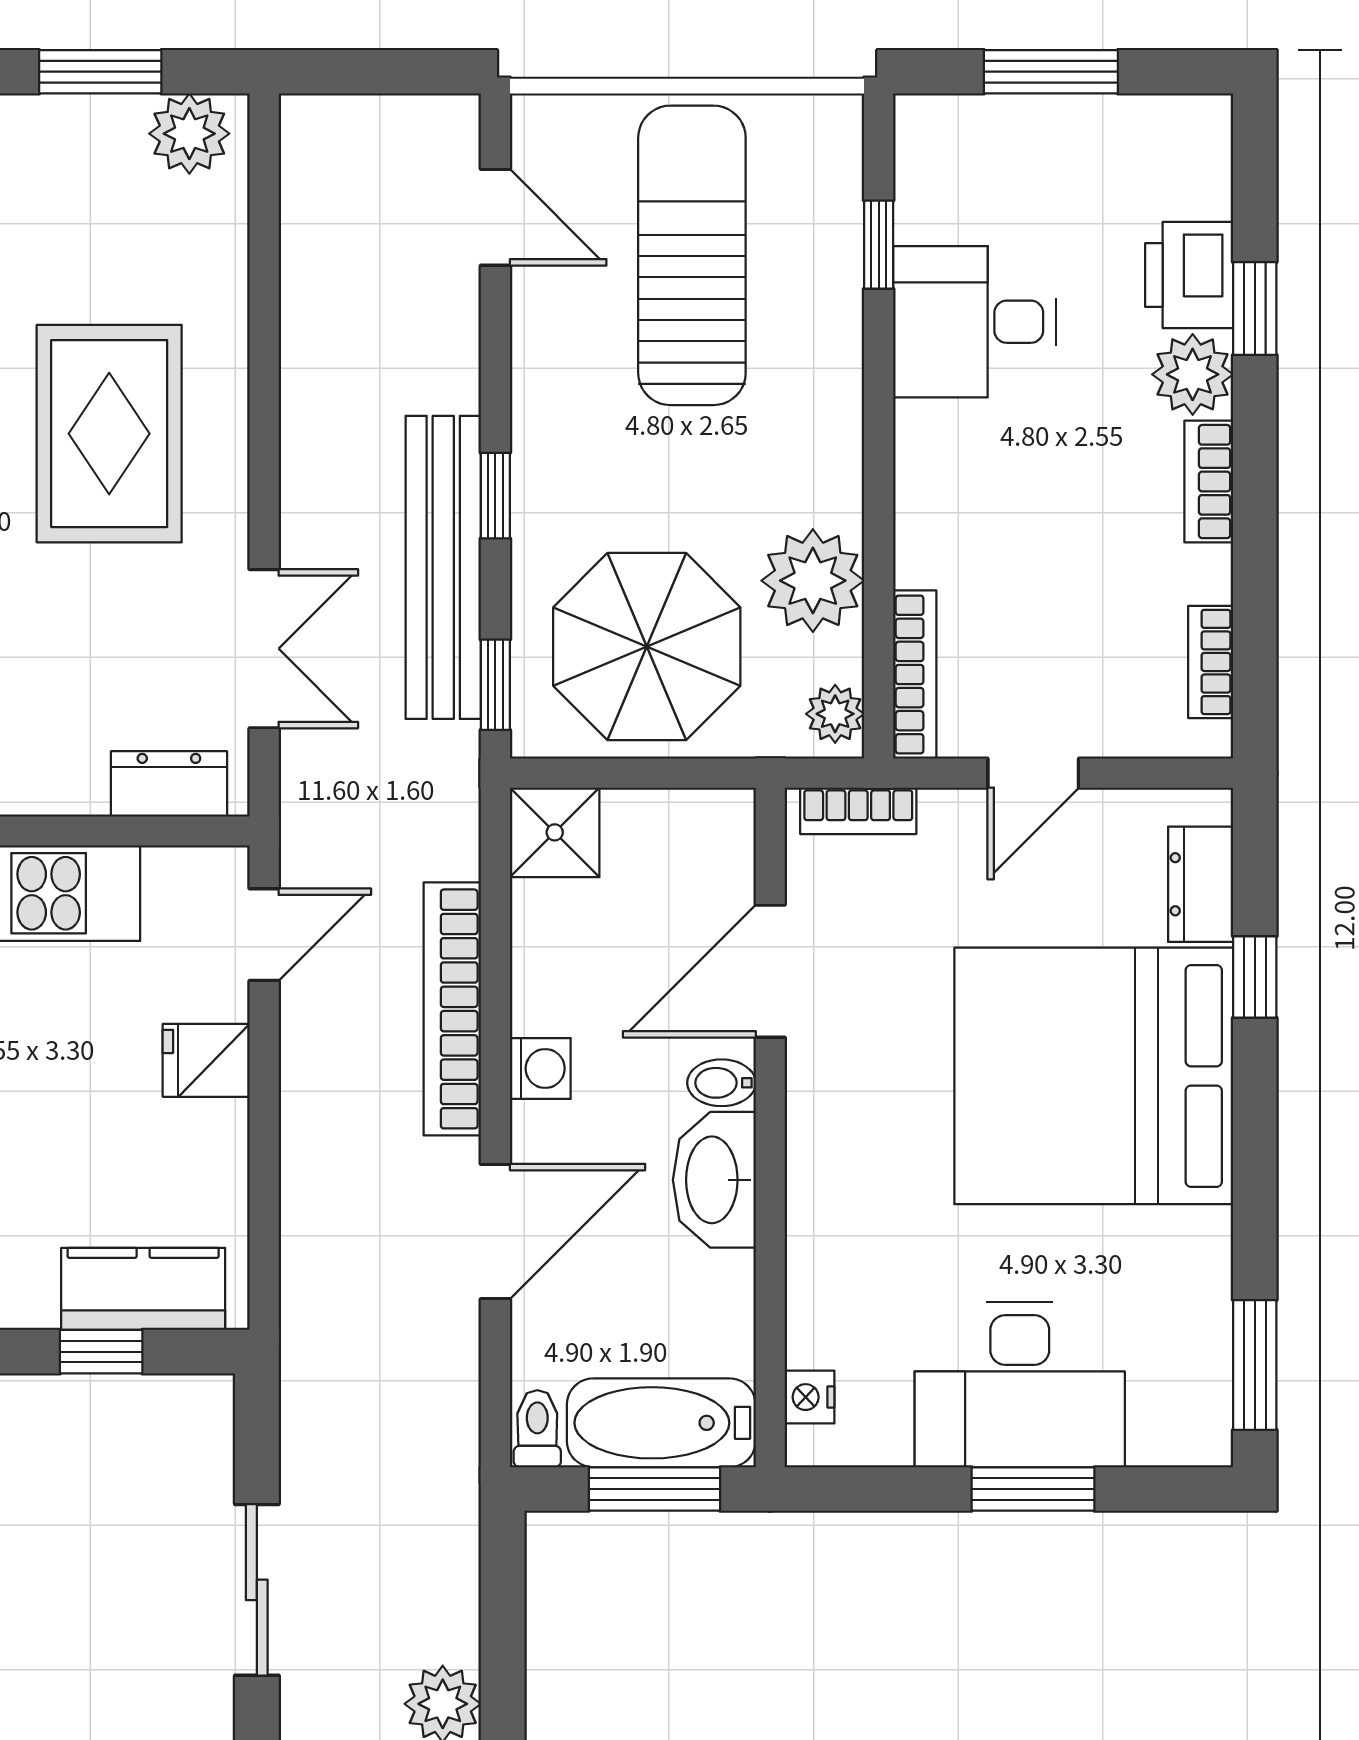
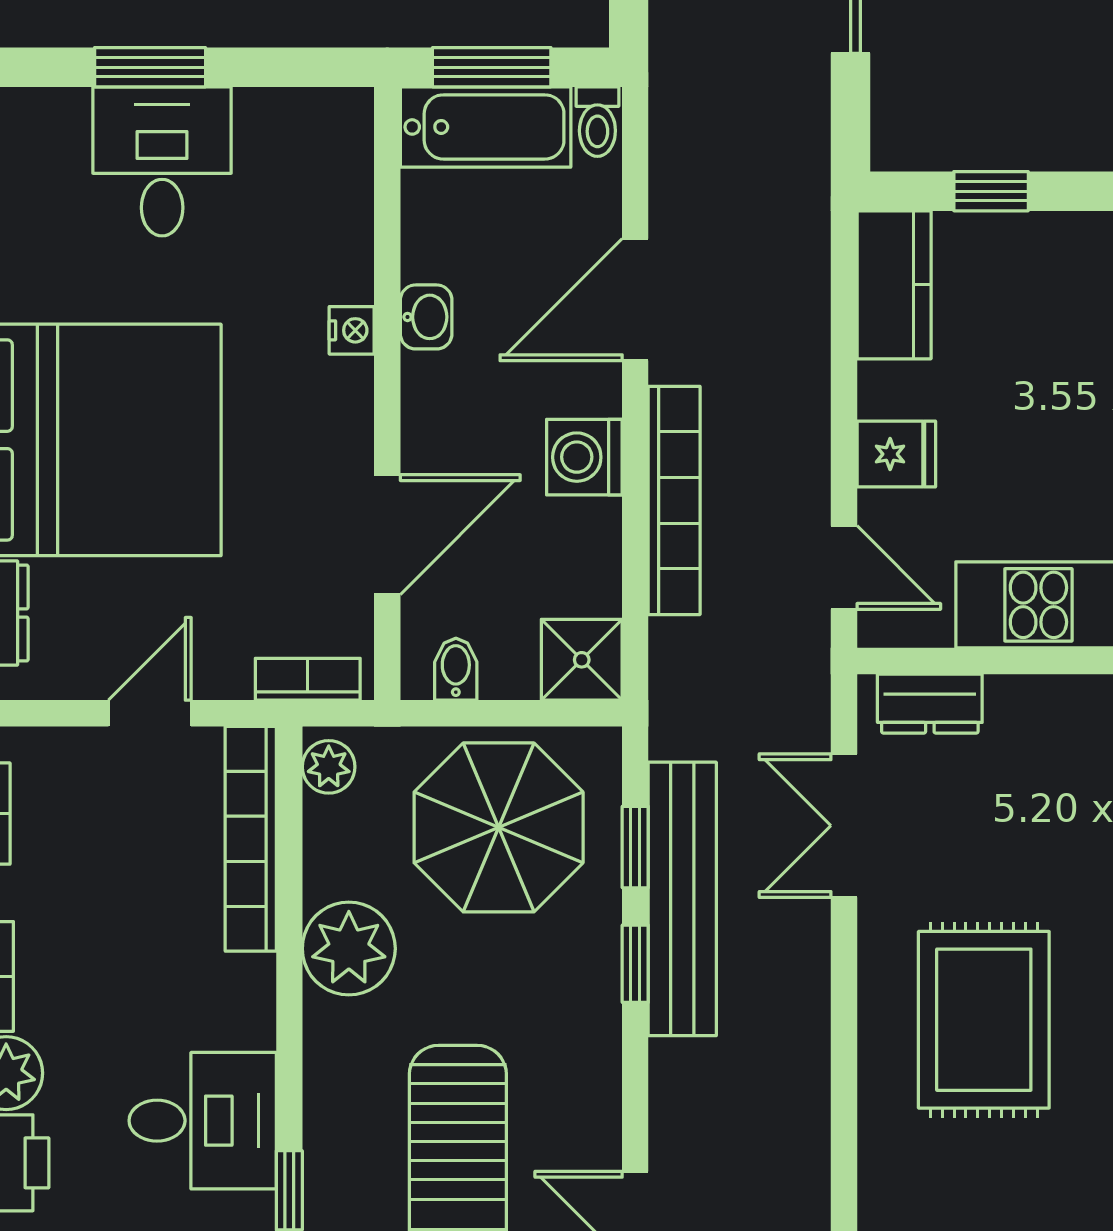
plant: (813, 581) -> (349, 949), moved
bookcase: (915, 675) -> (251, 839), width x1.48, depth x1.31
window: (495, 685) -> (635, 847), moved
door: (264, 935) -> (844, 567), swing flipped
washing machine: (540, 1069) -> (584, 457), width x1.38, depth x1.38
bidet: (721, 1083) -> (456, 669), moved, turned -90
washbasin: (714, 1180) -> (426, 317), width x0.52, depth x0.69
kitchen counter: (143, 1289) -> (894, 285), moved, turned -90
desk: (1020, 1385) -> (162, 161), width x0.73
nightstand: (810, 1397) -> (352, 330), moved

